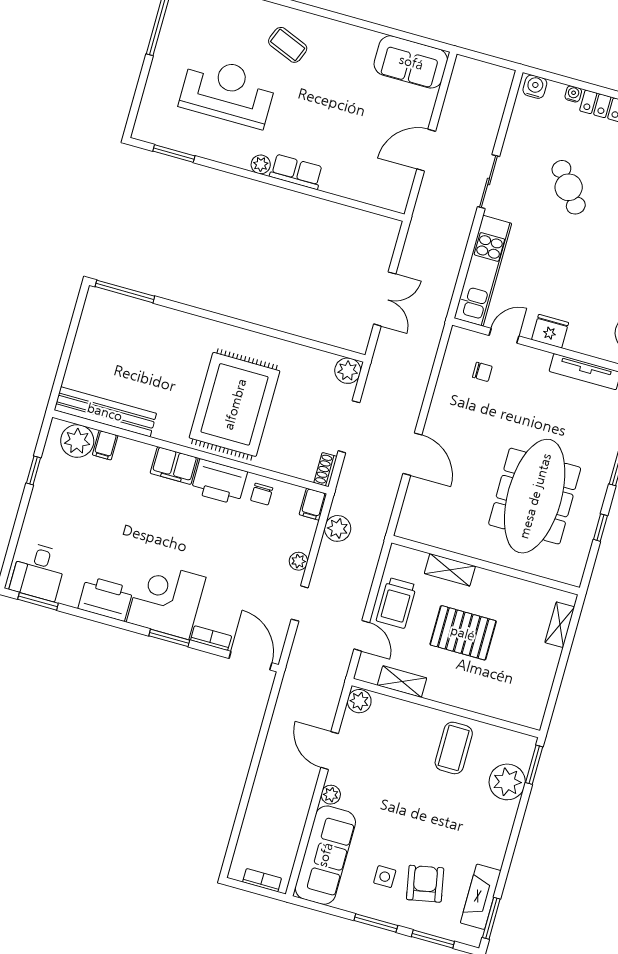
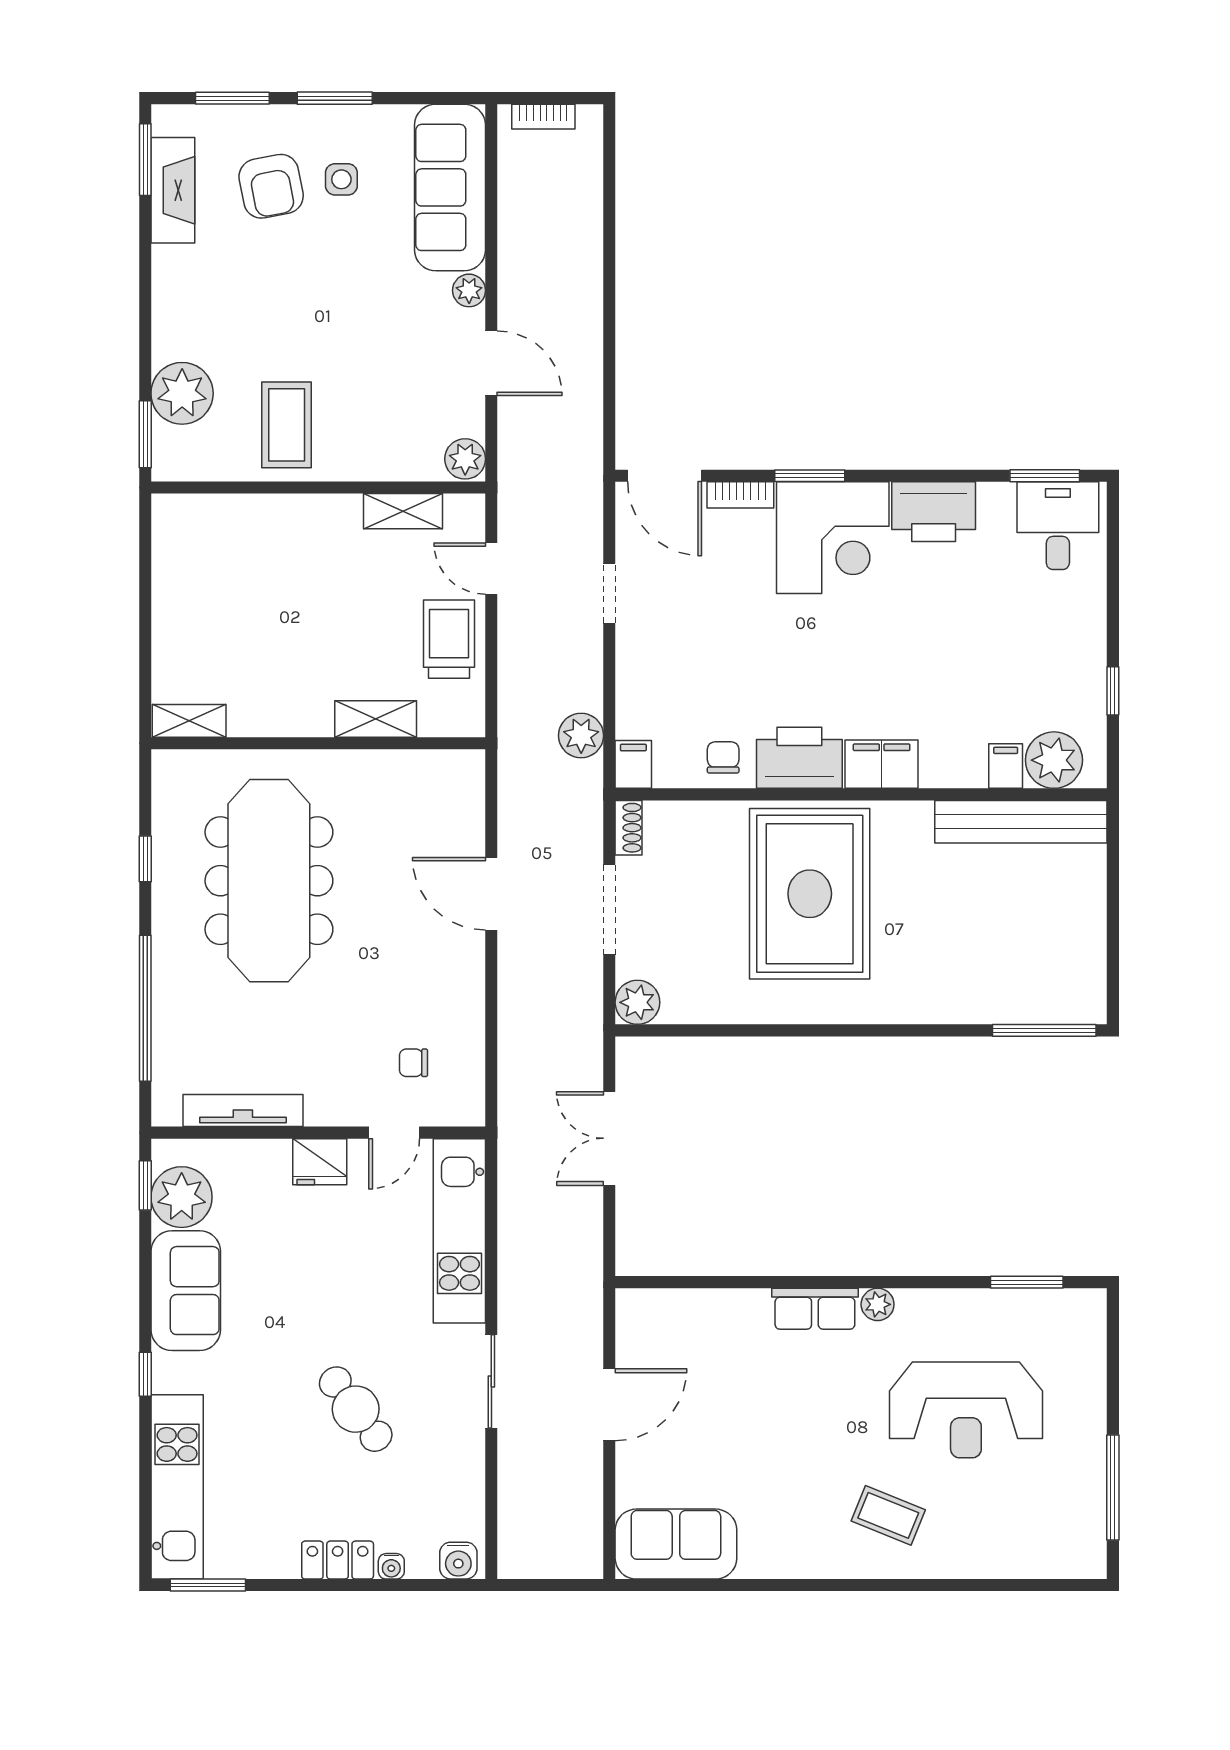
plant: (298, 561) -> (631, 663), removed
shelving: (560, 625) -> (189, 721), moved, turned 90
pallet: (463, 633) -> (324, 620), removed

